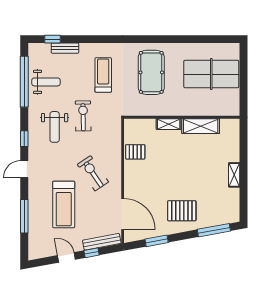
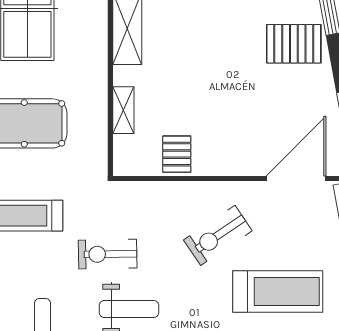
shelving: (169, 124) -> (123, 110), moved
pallet: (182, 211) -> (294, 44), moved, turned 90

